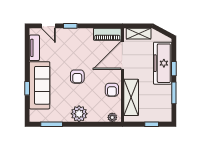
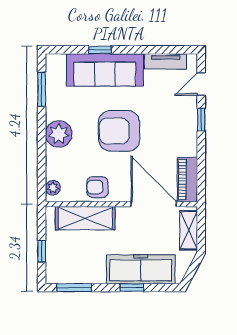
armchair: (77, 77) -> (119, 131), width x1.88, depth x1.88
window: (174, 93) -> (74, 288), moved

